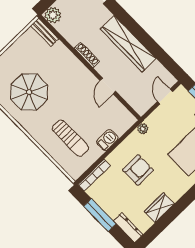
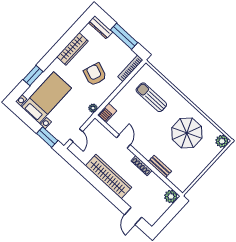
bench: (45, 32) -> (160, 166), moved
barbecue: (107, 140) -> (107, 113), moved
armchair: (138, 170) -> (95, 74), turned 110
wardrobe: (159, 208) -> (72, 49), width x1.50

